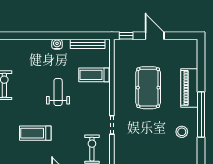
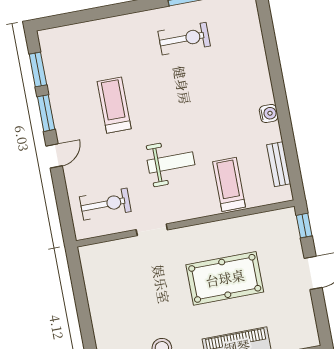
bench: (88, 44) -> (279, 164), width x0.73
weight bench: (58, 92) -> (171, 162), moved

